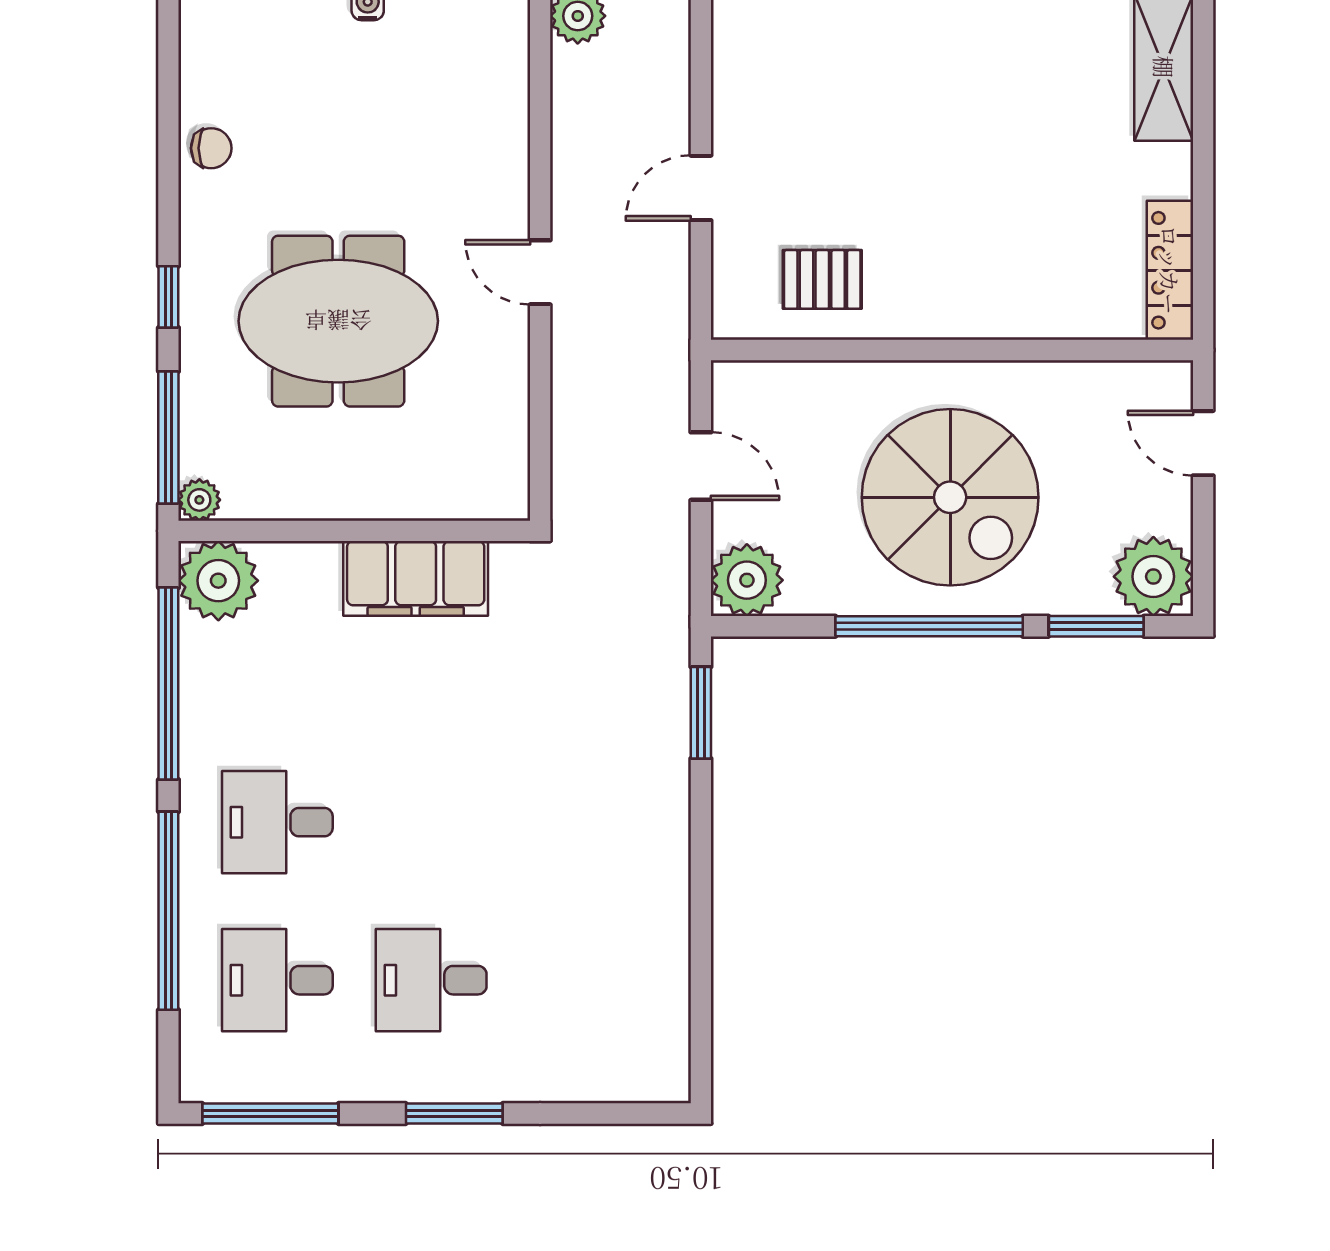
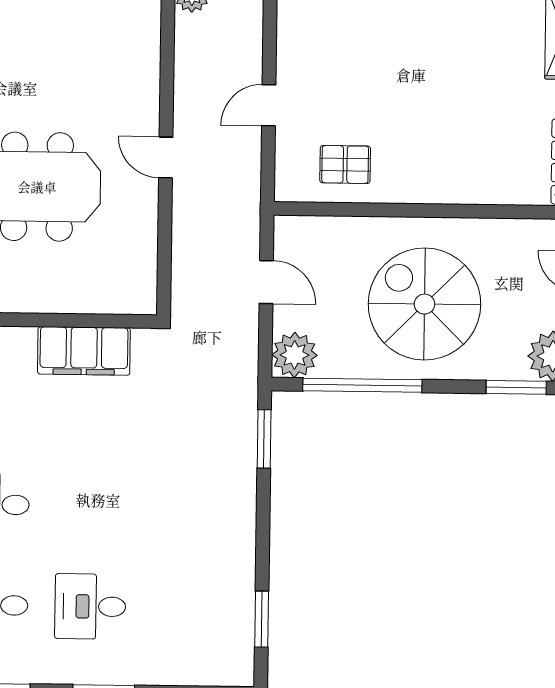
spiral stairs: (950, 497) -> (424, 304), turned 180
window: (929, 626) -> (362, 385), moved
window: (701, 996) -> (262, 619), added

